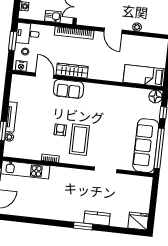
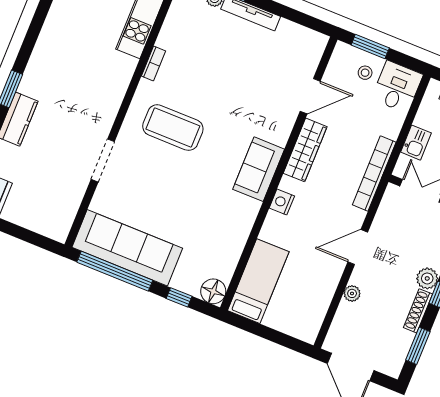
window: (13, 41) -> (370, 46), moved
nightstand: (21, 66) -> (282, 202), moved
sofa: (69, 89) -> (259, 169), moved
armchair: (60, 130) -> (201, 97), removed

